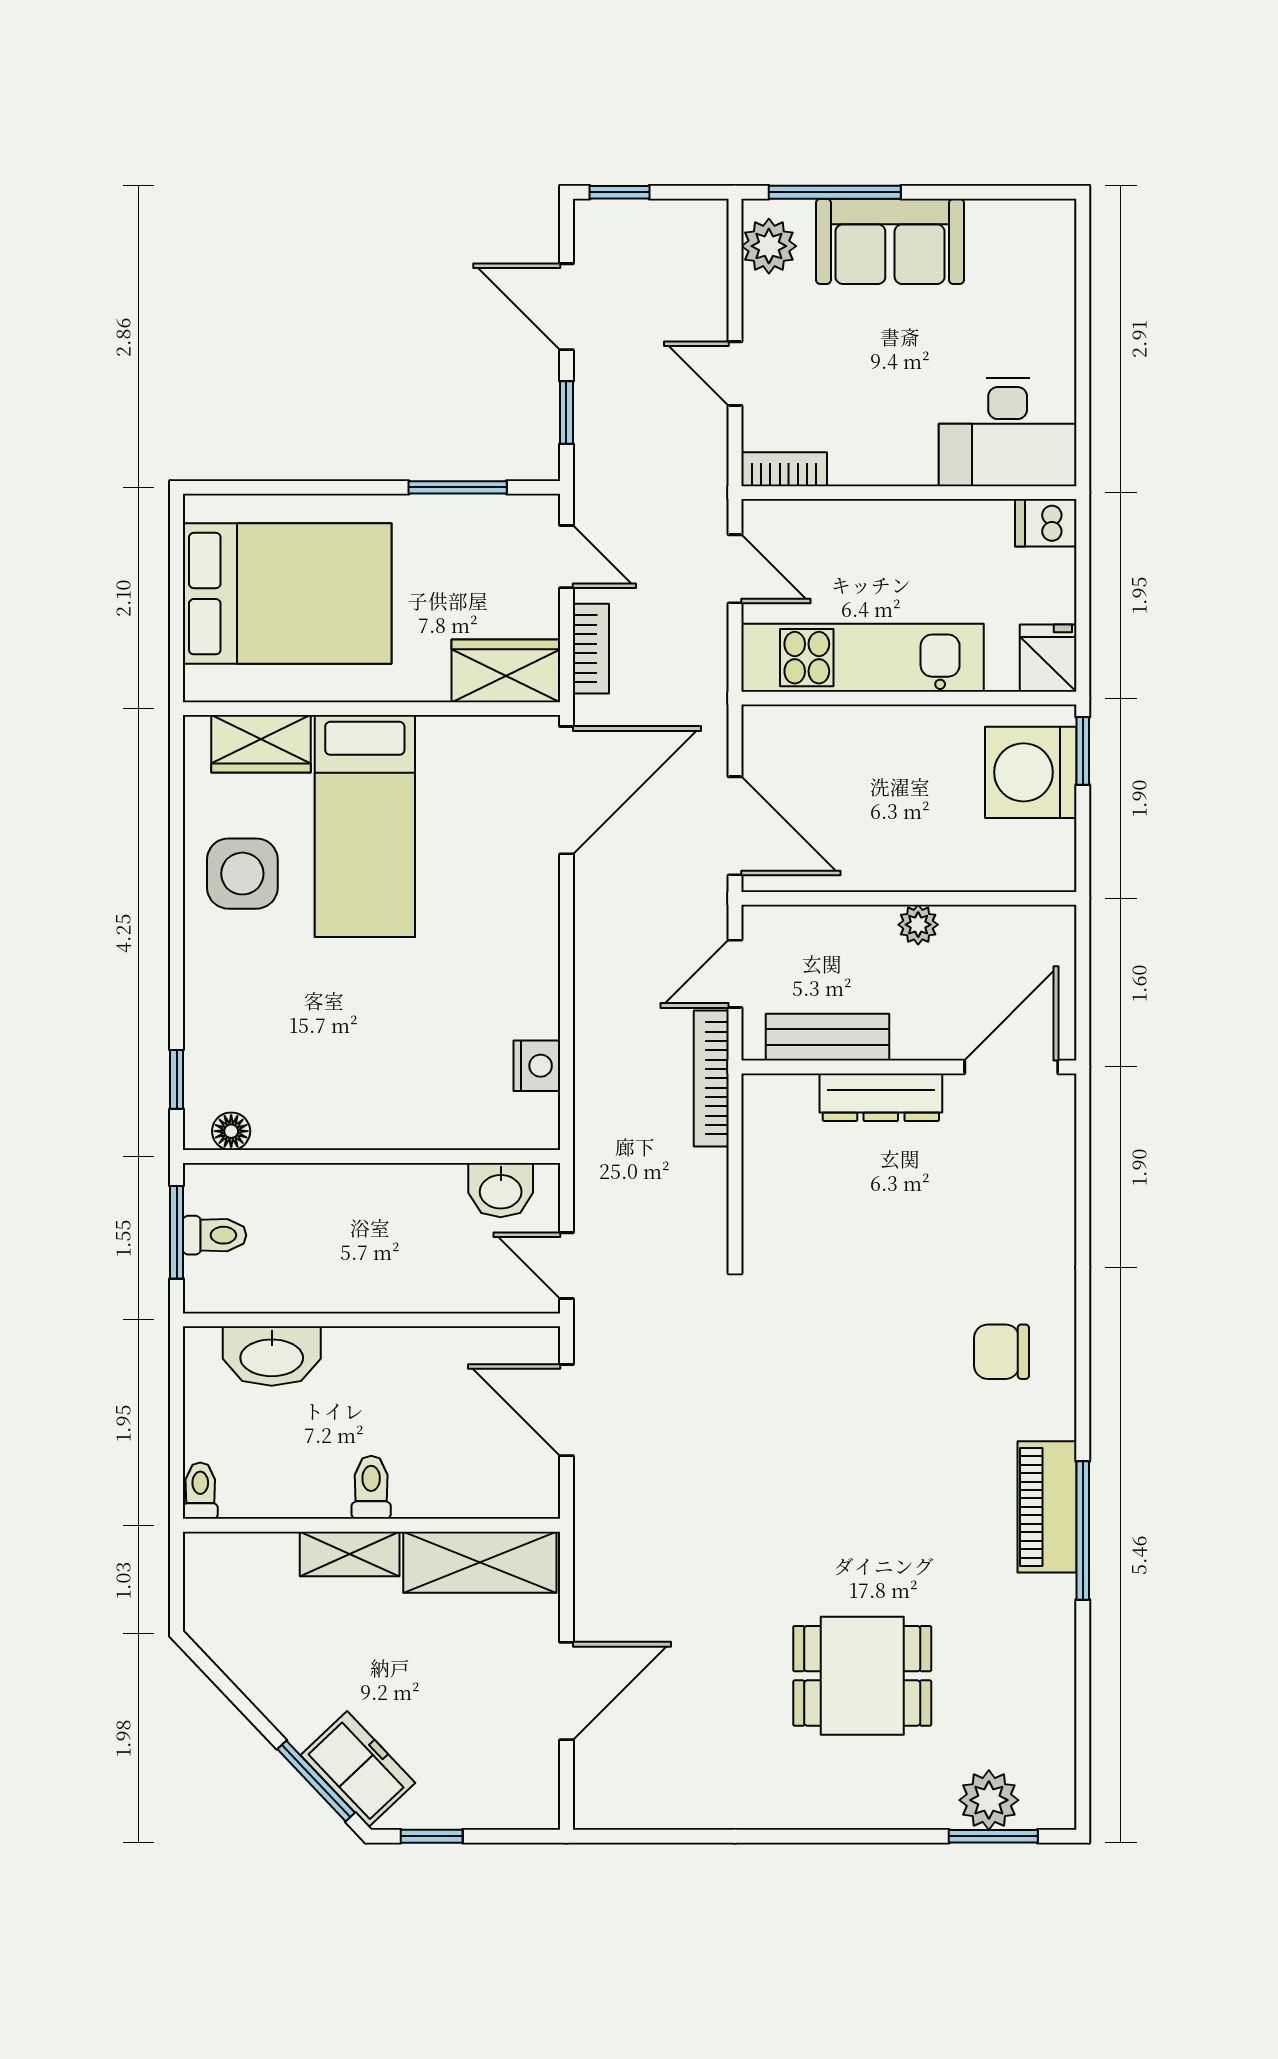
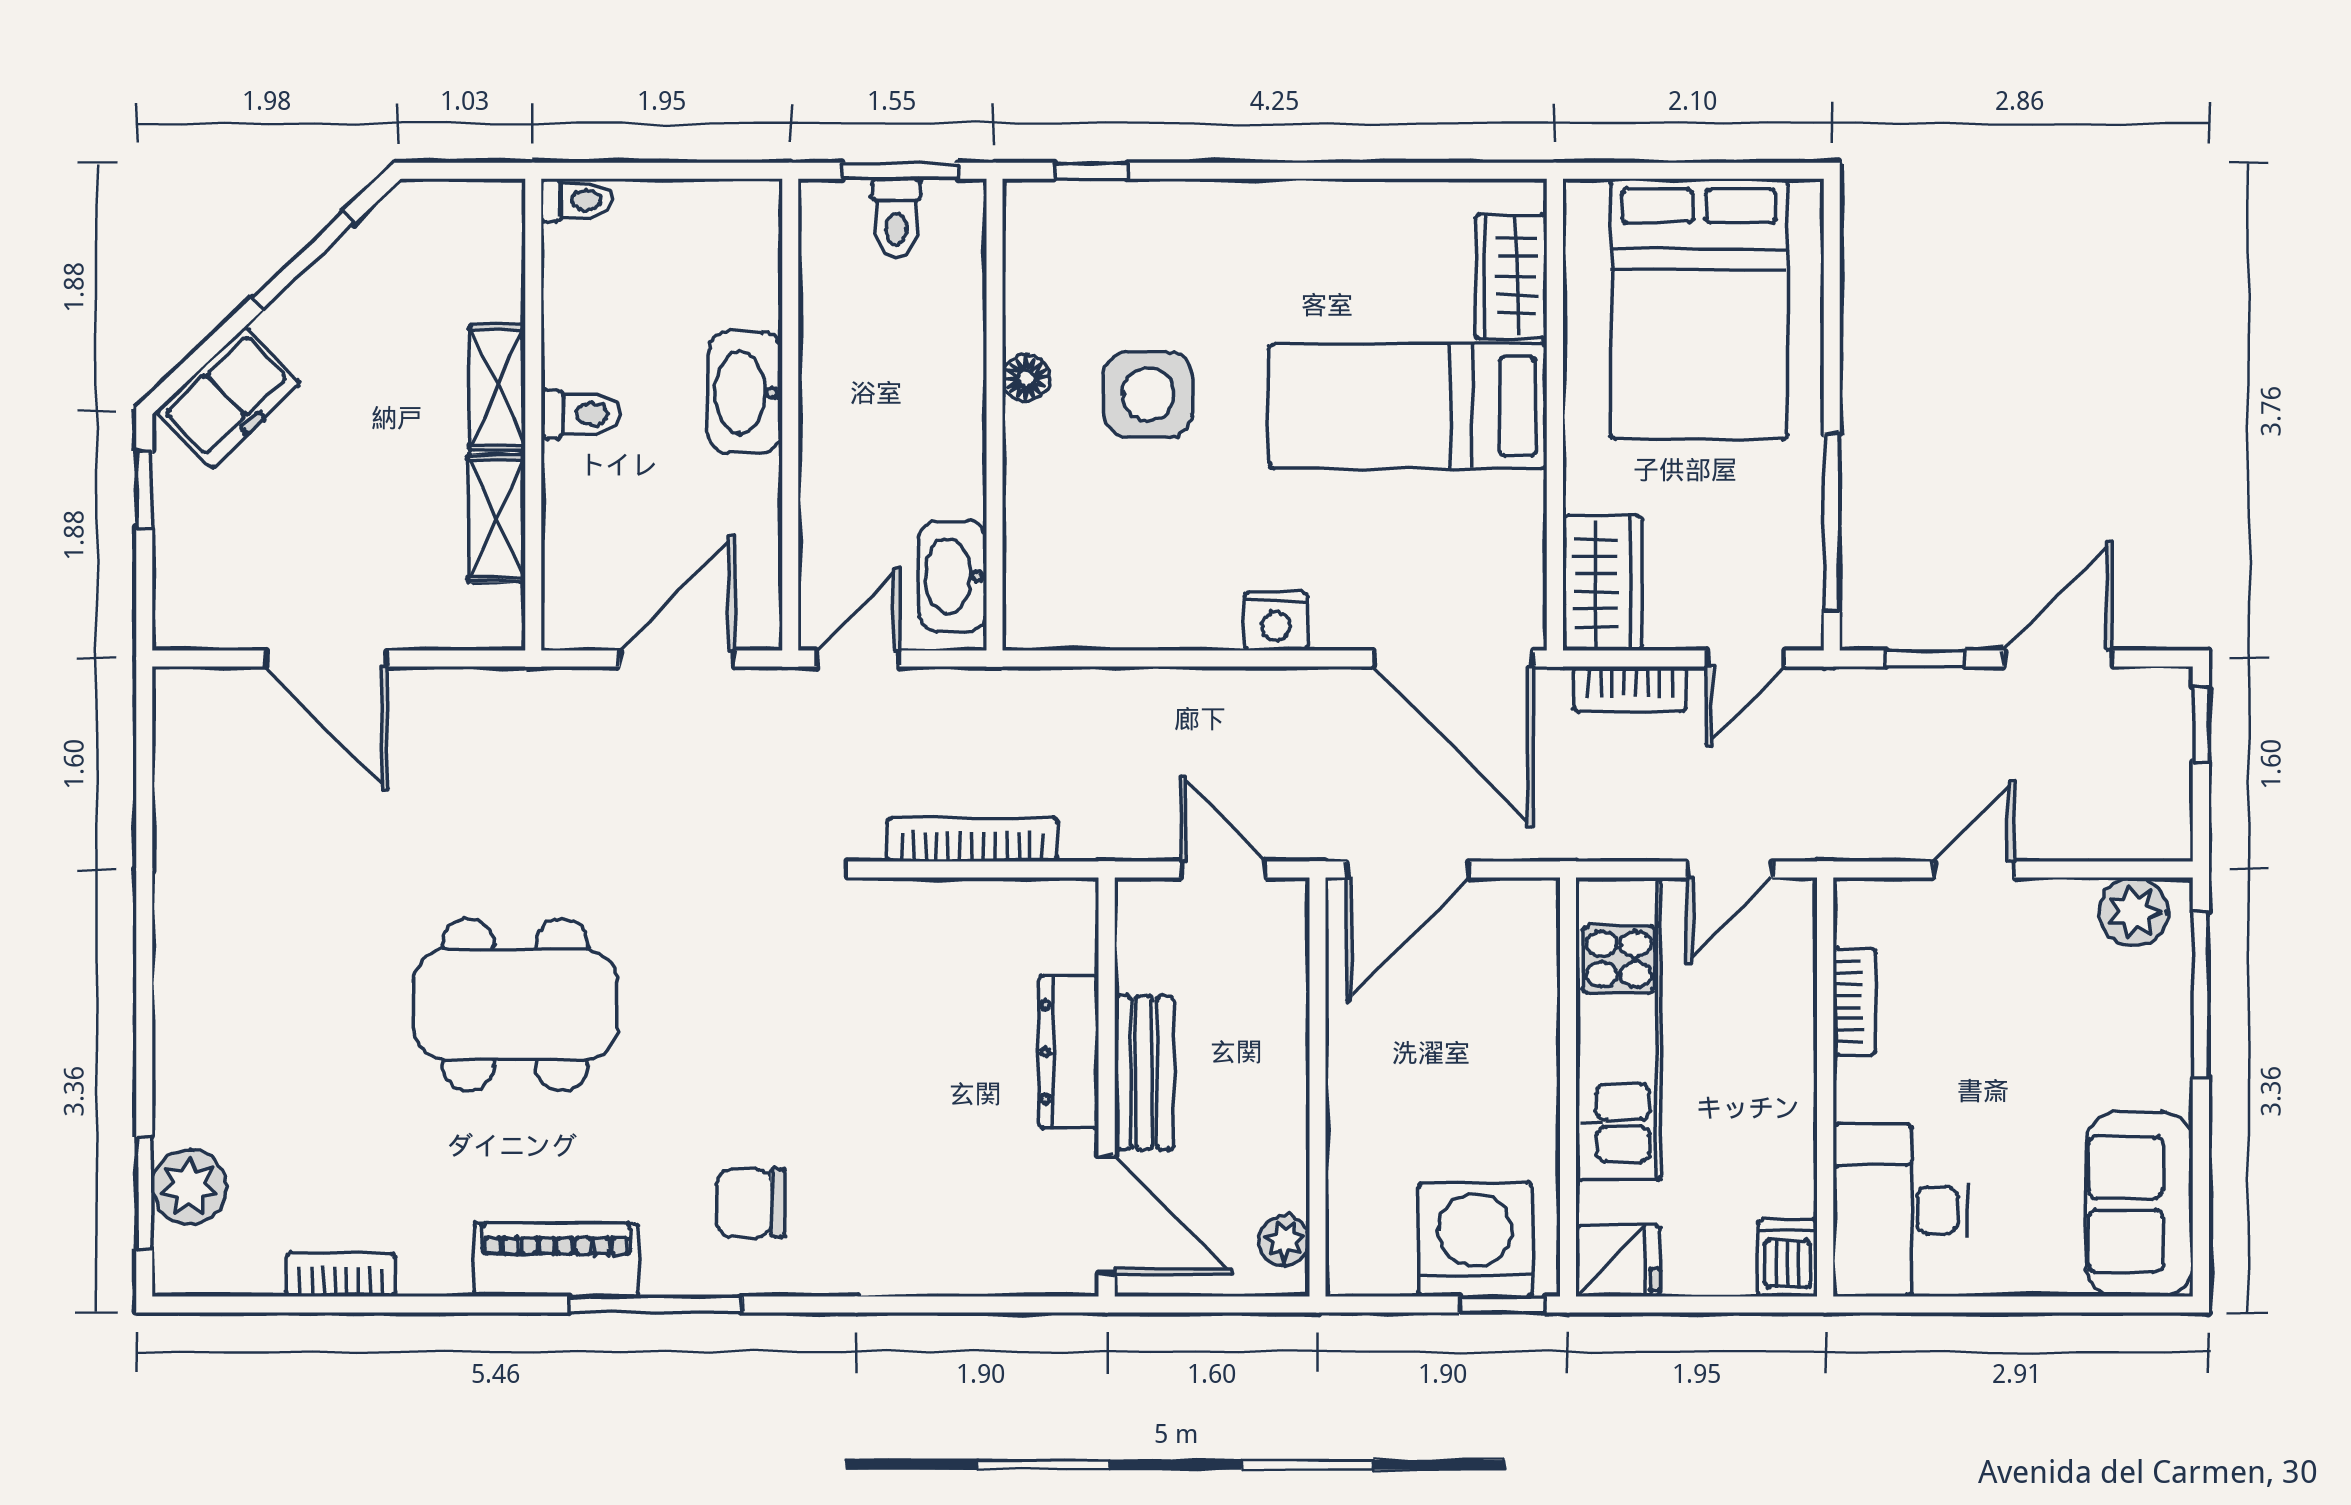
sofa: (890, 241) -> (2139, 1204), moved
bookcase: (784, 469) -> (1854, 1001), moved
window: (458, 487) -> (1832, 522), width x1.44
side table: (242, 874) -> (1148, 395), moved
plant: (918, 925) -> (1285, 1241), moved
bench: (827, 1037) -> (1144, 1073), moved
nightstand: (537, 1066) -> (1276, 621), moved
bookcase: (711, 1078) -> (972, 840), moved
floor lamp: (231, 1131) -> (1026, 378), moved
washbasin: (501, 1190) -> (953, 576), width x1.38
chair: (1002, 1352) -> (750, 1203), turned -90
washbasin: (272, 1356) -> (745, 393), moved
window: (1083, 1530) -> (656, 1304), moved
shelving: (480, 1562) -> (497, 518), width x0.67, depth x0.75
dining table: (862, 1676) -> (515, 1005), moved, width x1.38
bookcase: (1059, 1679) -> (341, 1275), added
window: (316, 1781) -> (303, 260), moved

